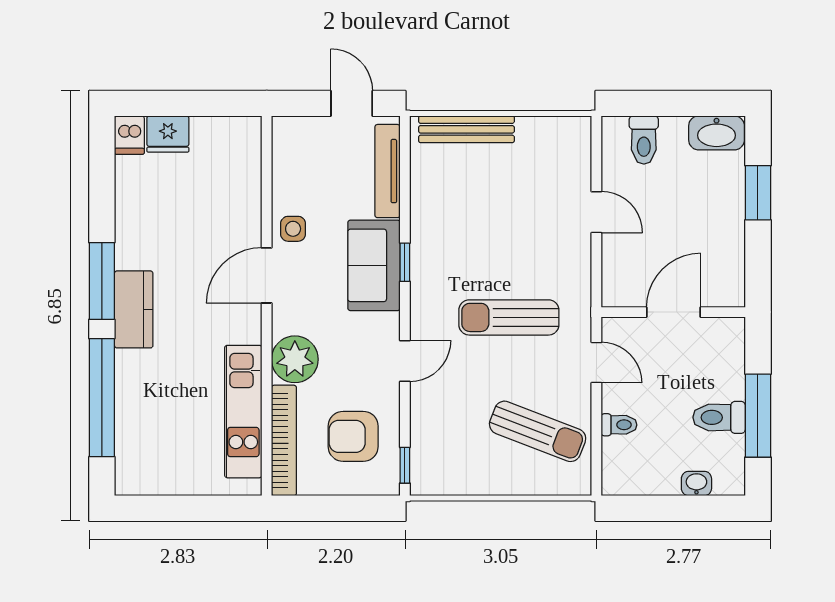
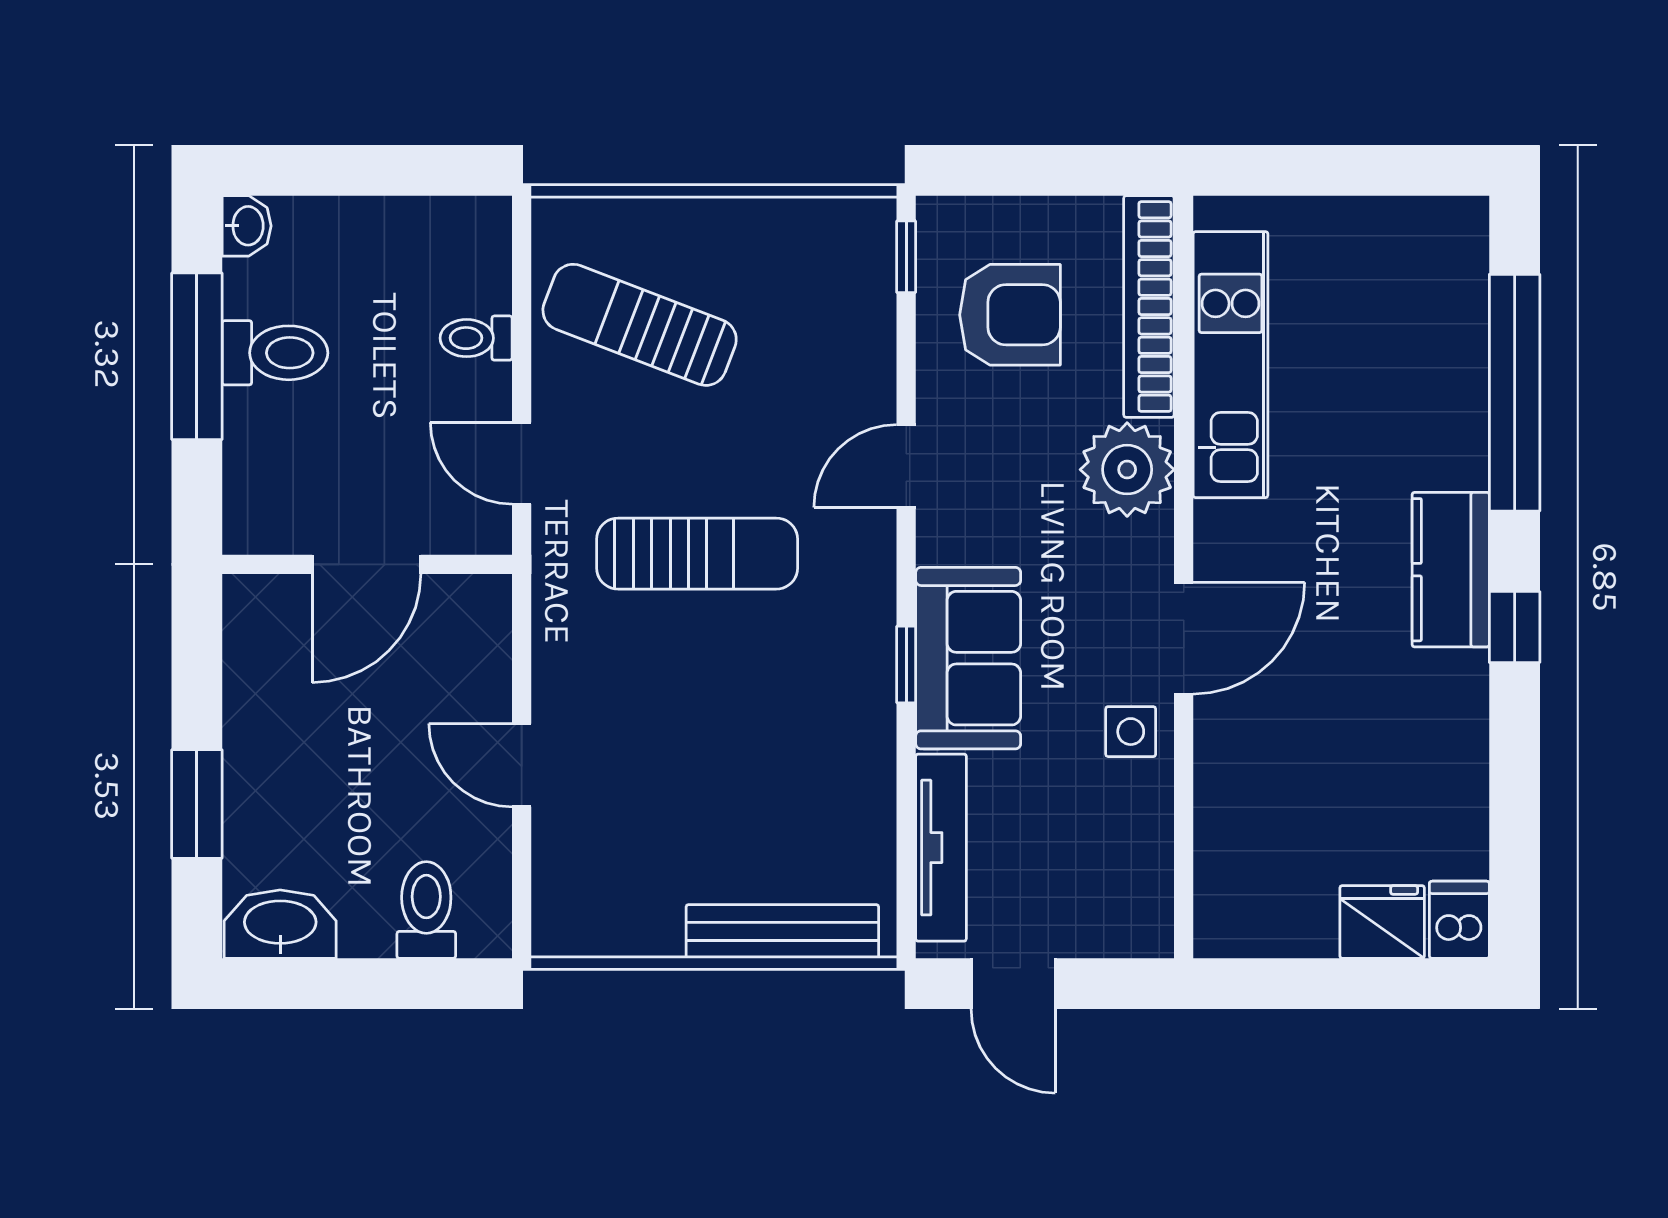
window: (102, 281) -> (1515, 627), width x0.46
washbasin: (696, 484) -> (247, 226), moved, turned -90

